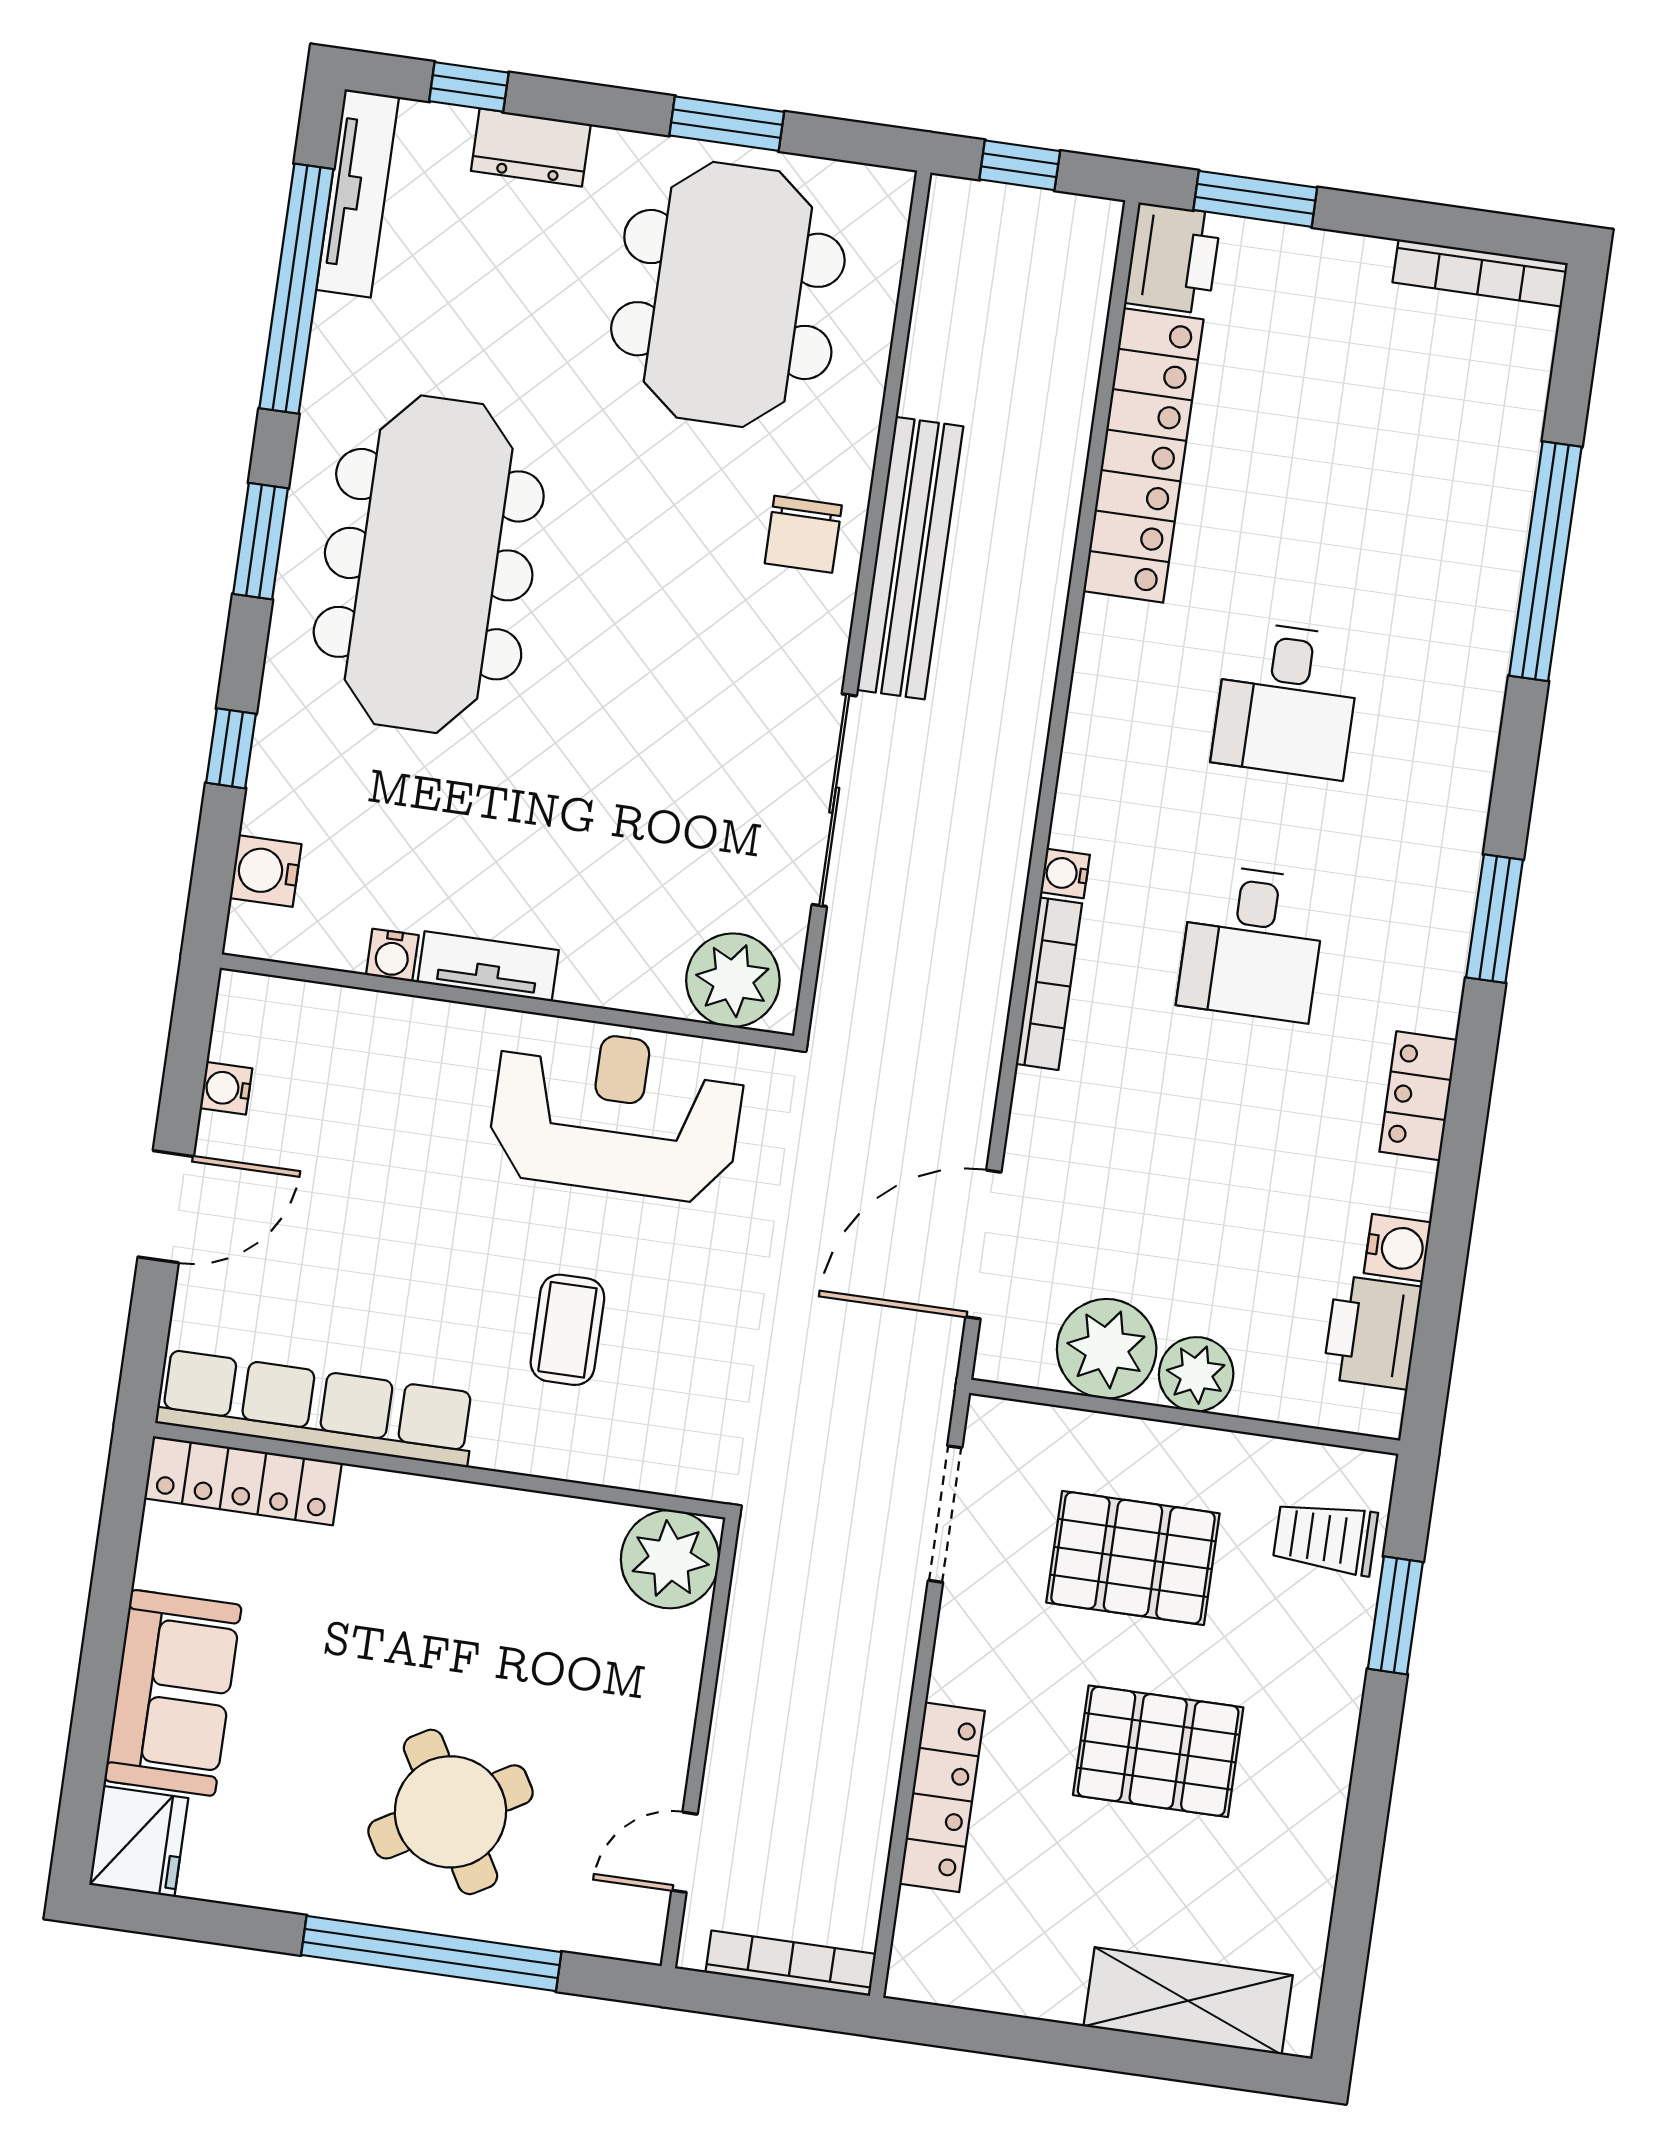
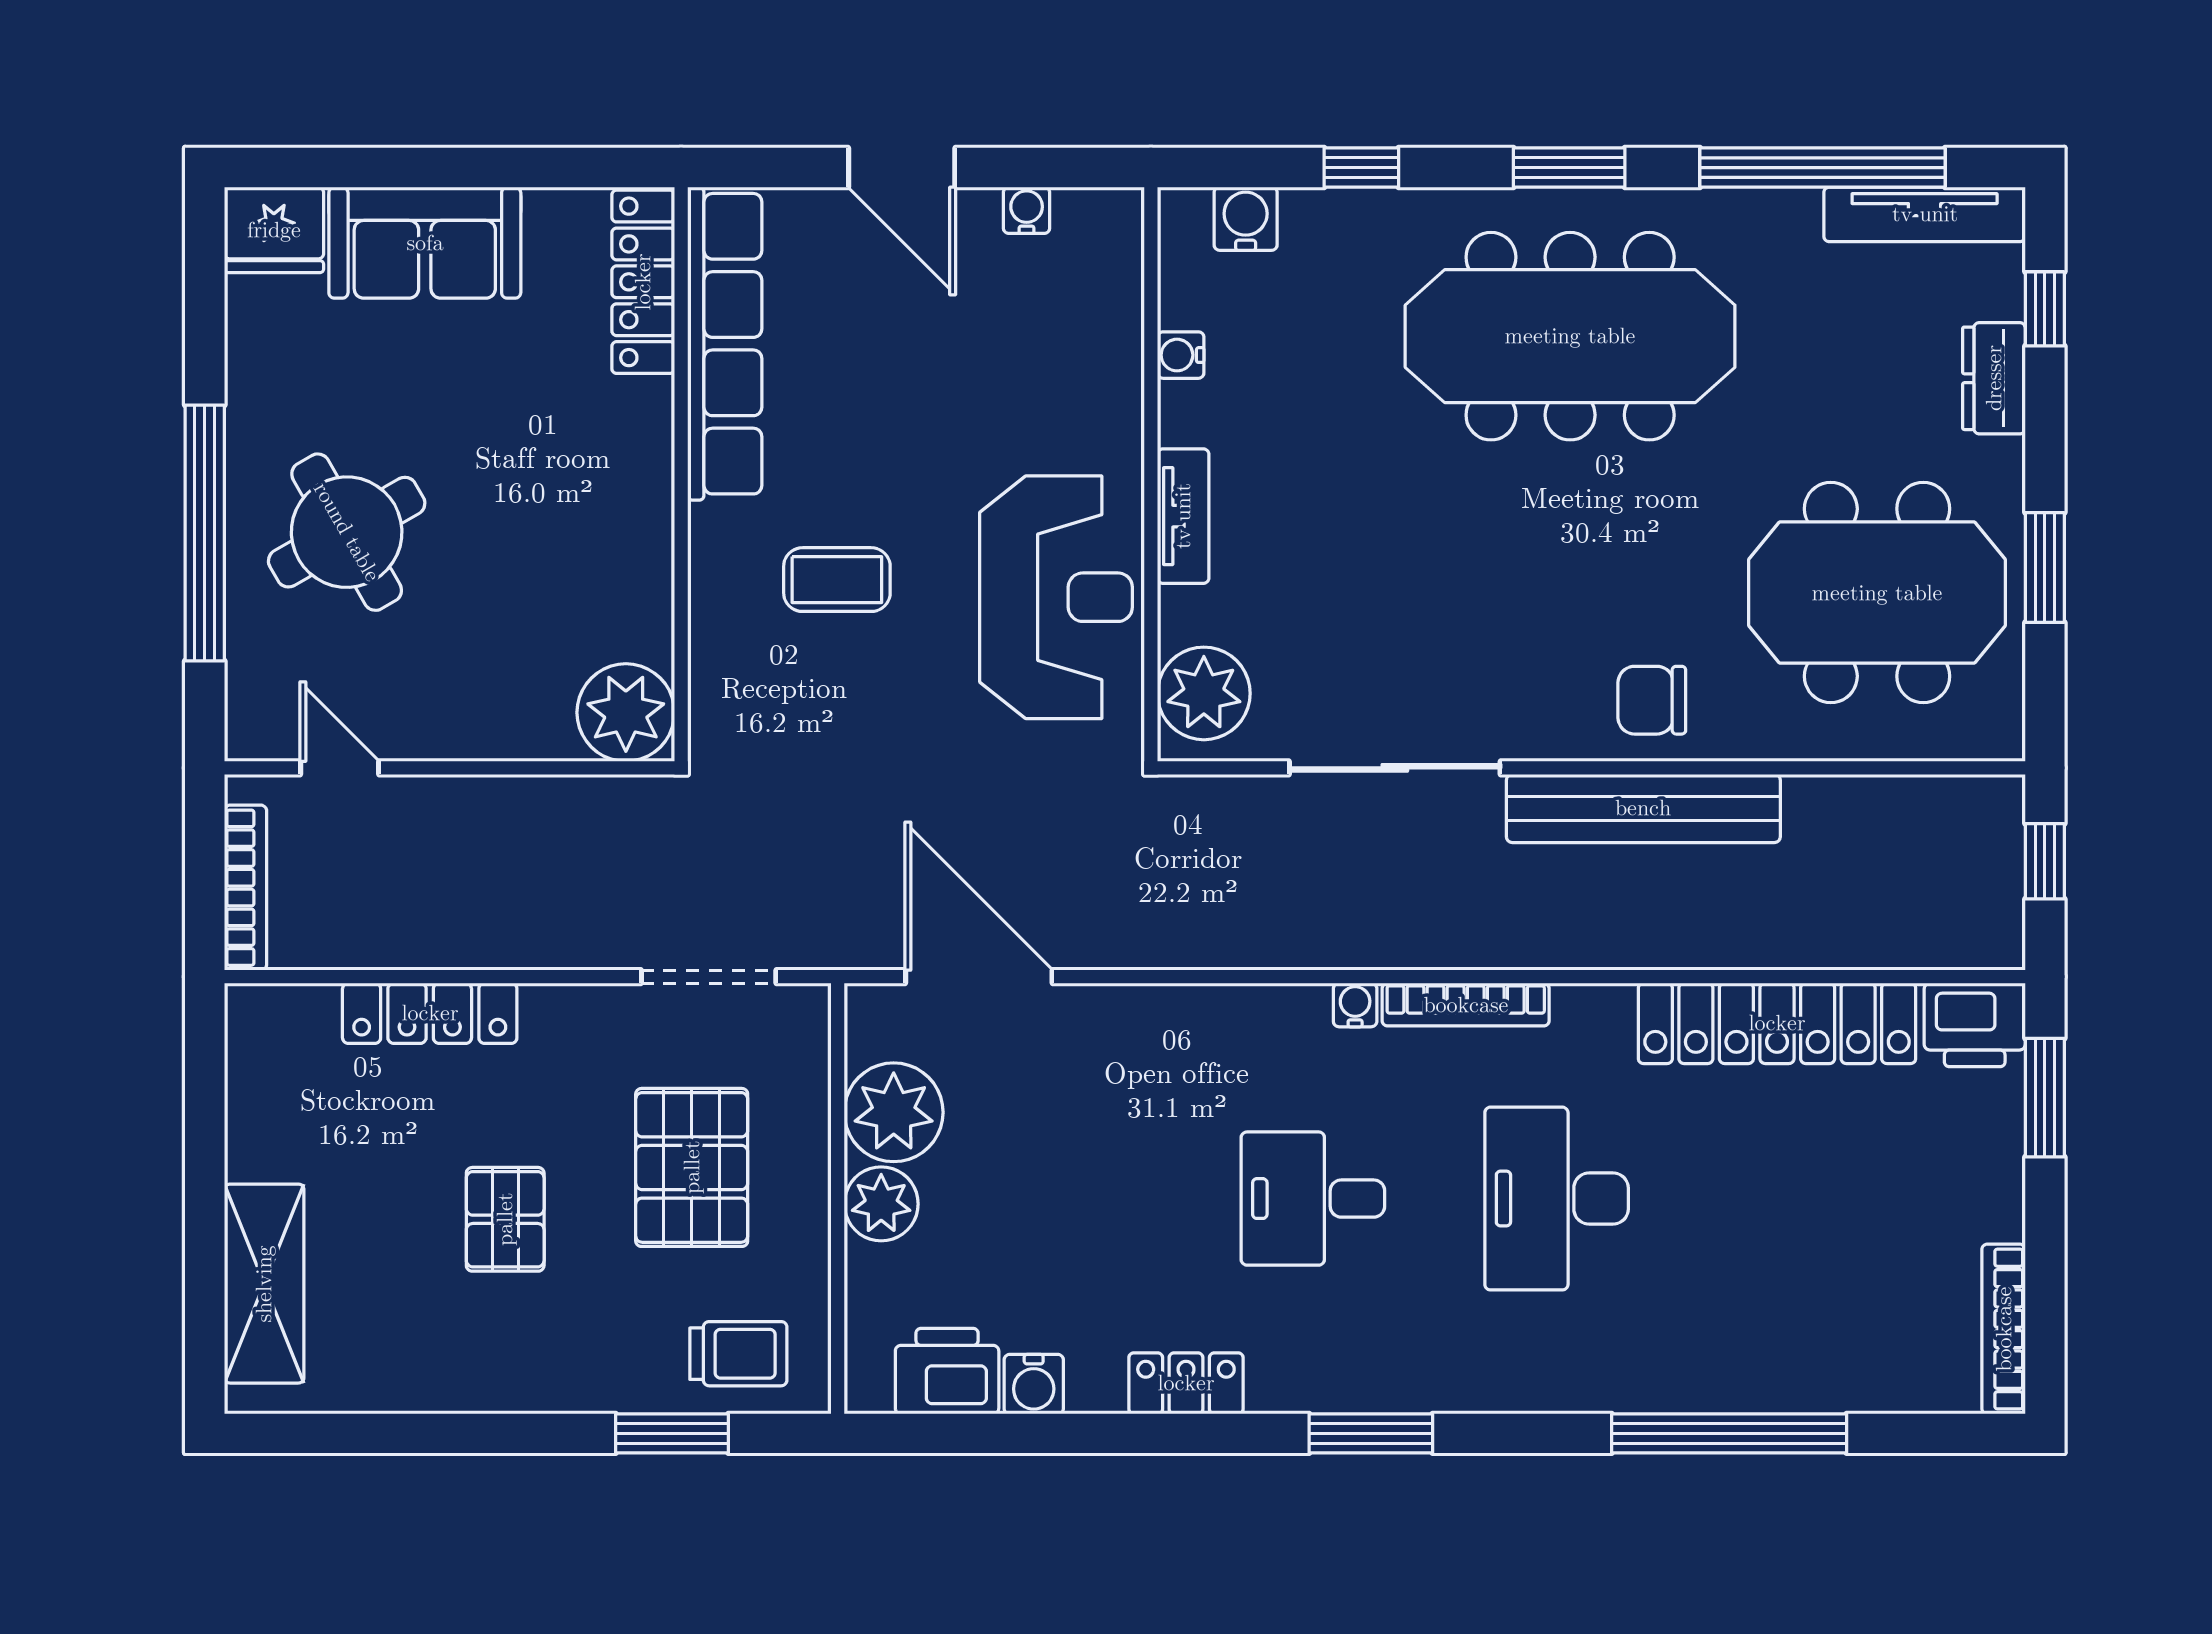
desk: (1287, 700) -> (1557, 1199), width x1.37
tv unit: (488, 966) -> (1183, 516), moved
bookcase: (1049, 984) -> (1466, 1005), moved
trolley: (1325, 1538) -> (738, 1354), turned 90
pallet: (1158, 1751) -> (505, 1219), width x0.67, depth x0.71

